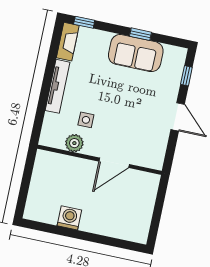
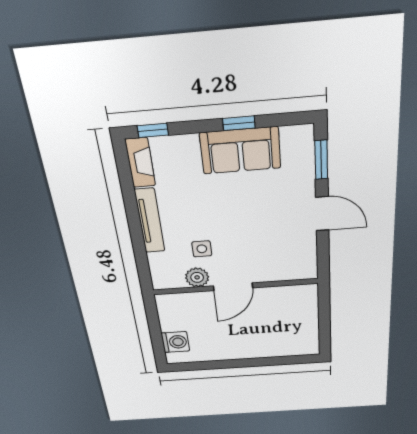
window: (186, 76) -> (321, 160), width x1.50
door: (114, 163) -> (233, 287), moved
washing machine: (69, 218) -> (175, 342), moved, turned 90

